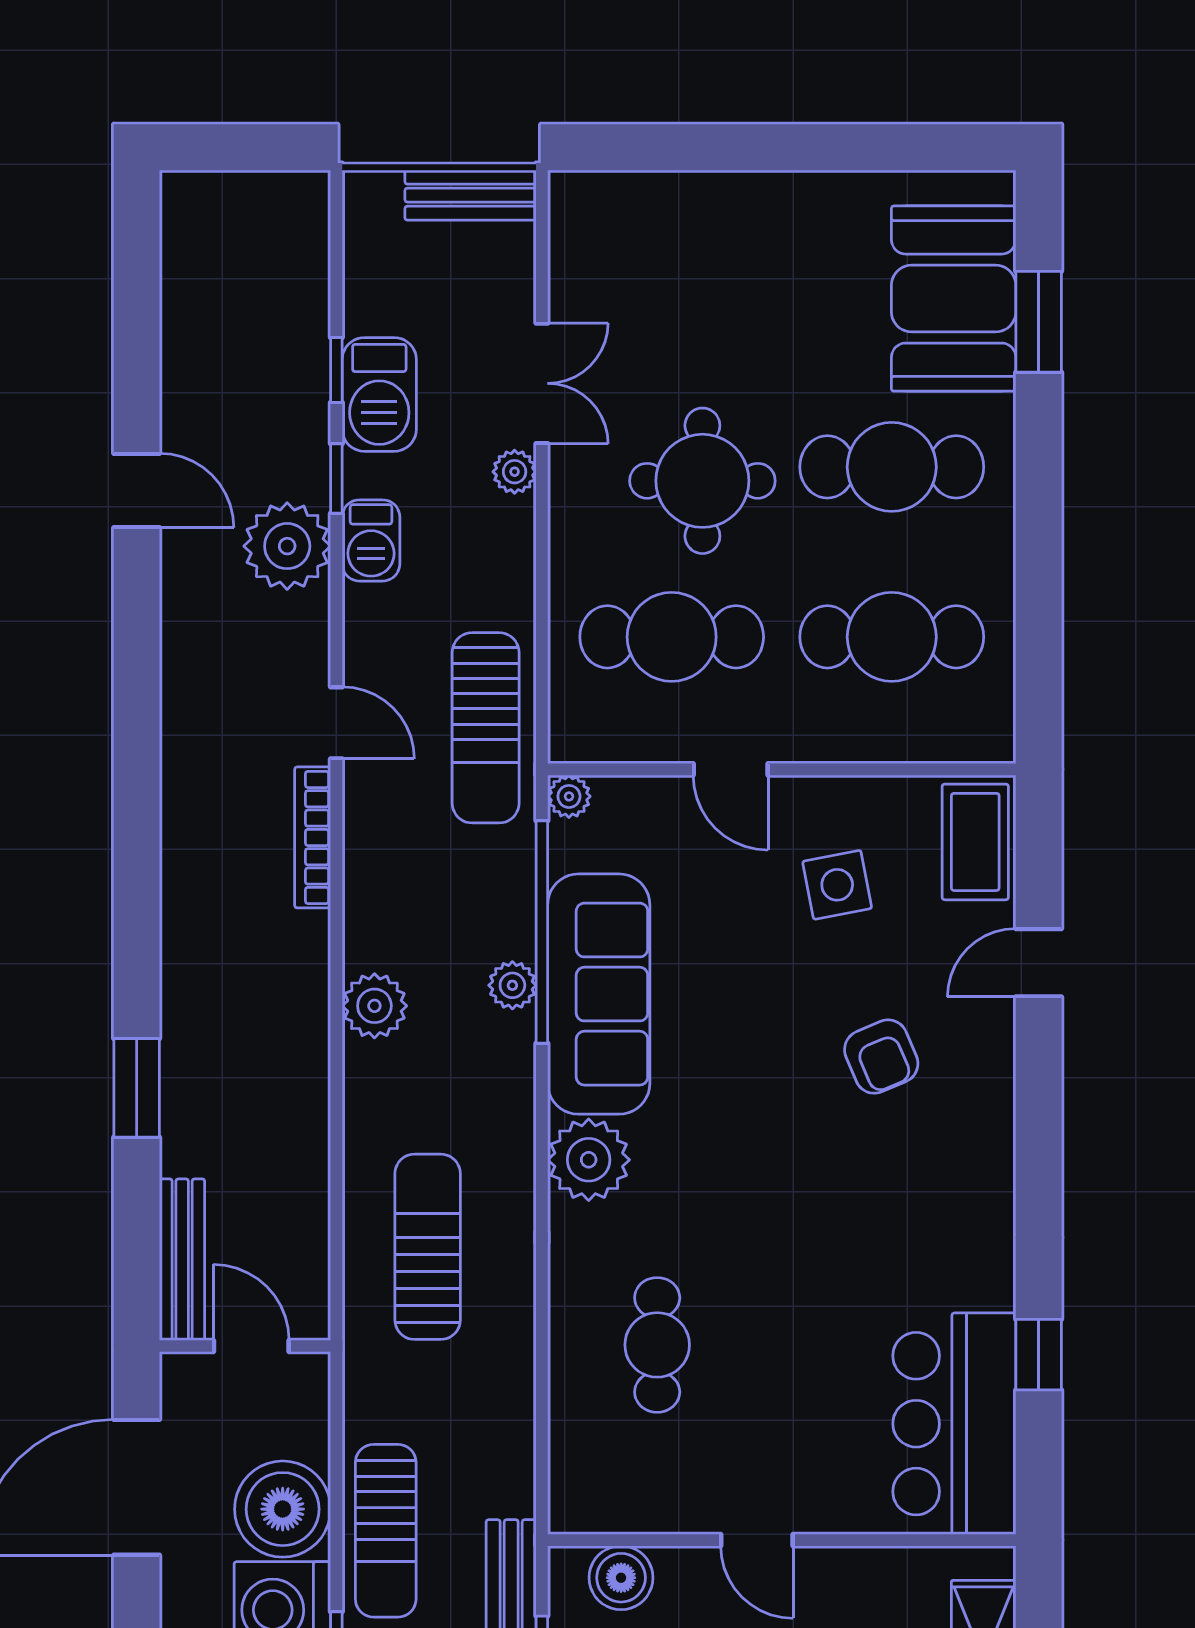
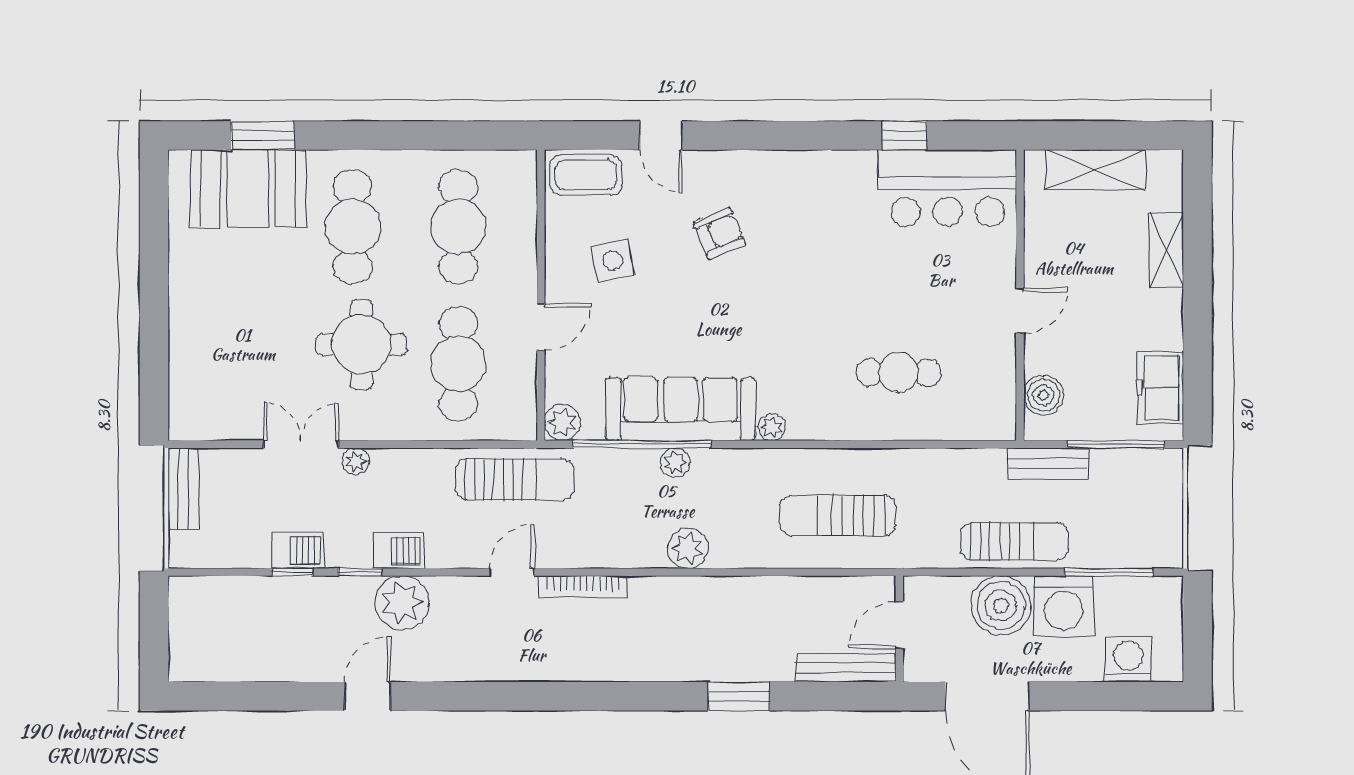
barbecue: (379, 394) -> (298, 550), width x0.73, depth x0.79
plant: (569, 796) -> (563, 423), width x1.38, depth x1.38
plant: (589, 1160) -> (772, 427), width x0.53, depth x0.53

